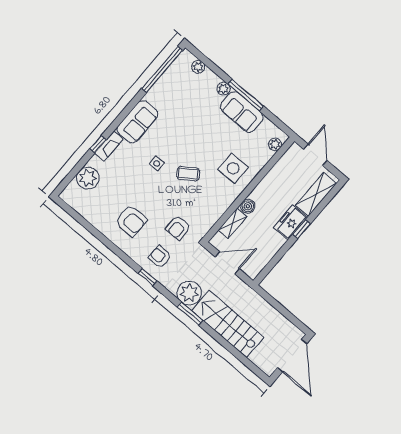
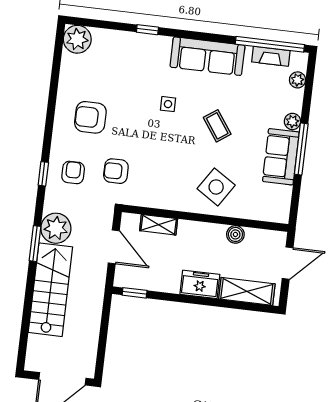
sofa: (137, 122) -> (207, 56), width x1.36
plant: (275, 144) -> (270, 214), removed
fireplace: (109, 146) -> (271, 56), moved
side table: (233, 168) -> (216, 187), turned 33
coffee table: (188, 174) -> (217, 126), moved
plant: (88, 178) -> (77, 39), moved
boiler: (248, 206) -> (235, 234), moved
armchair: (131, 221) -> (90, 117), turned 90
window: (302, 229) -> (135, 293), moved

